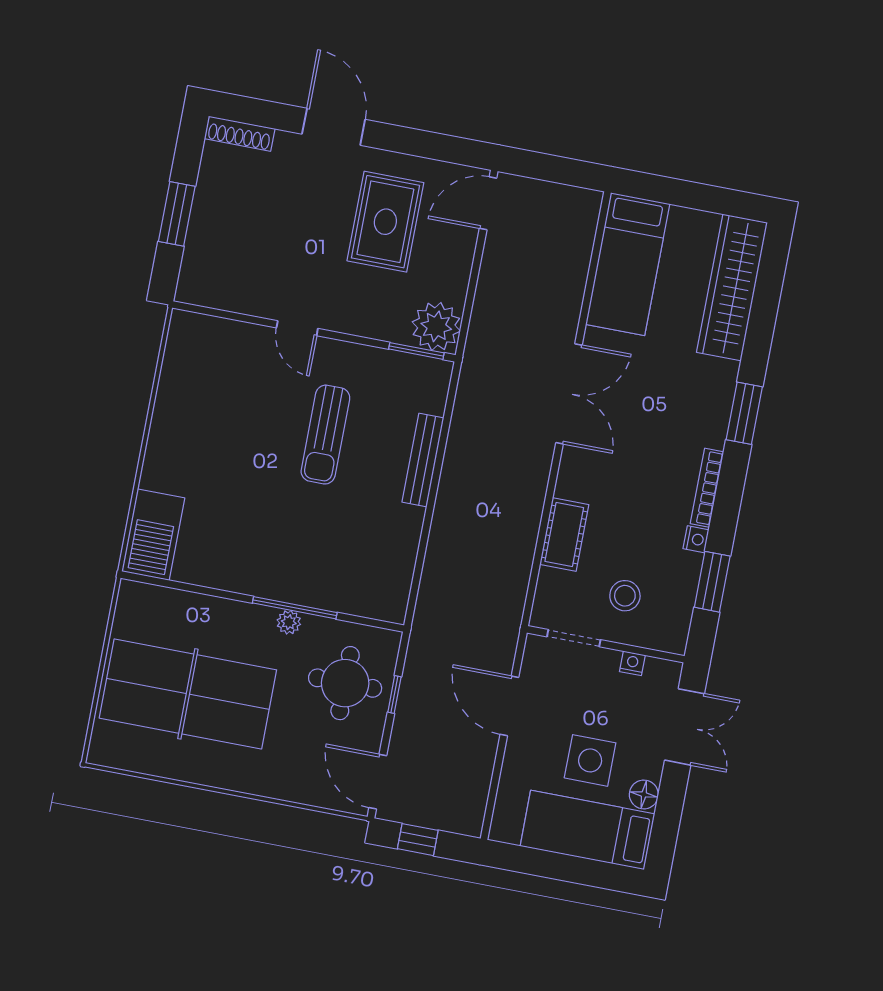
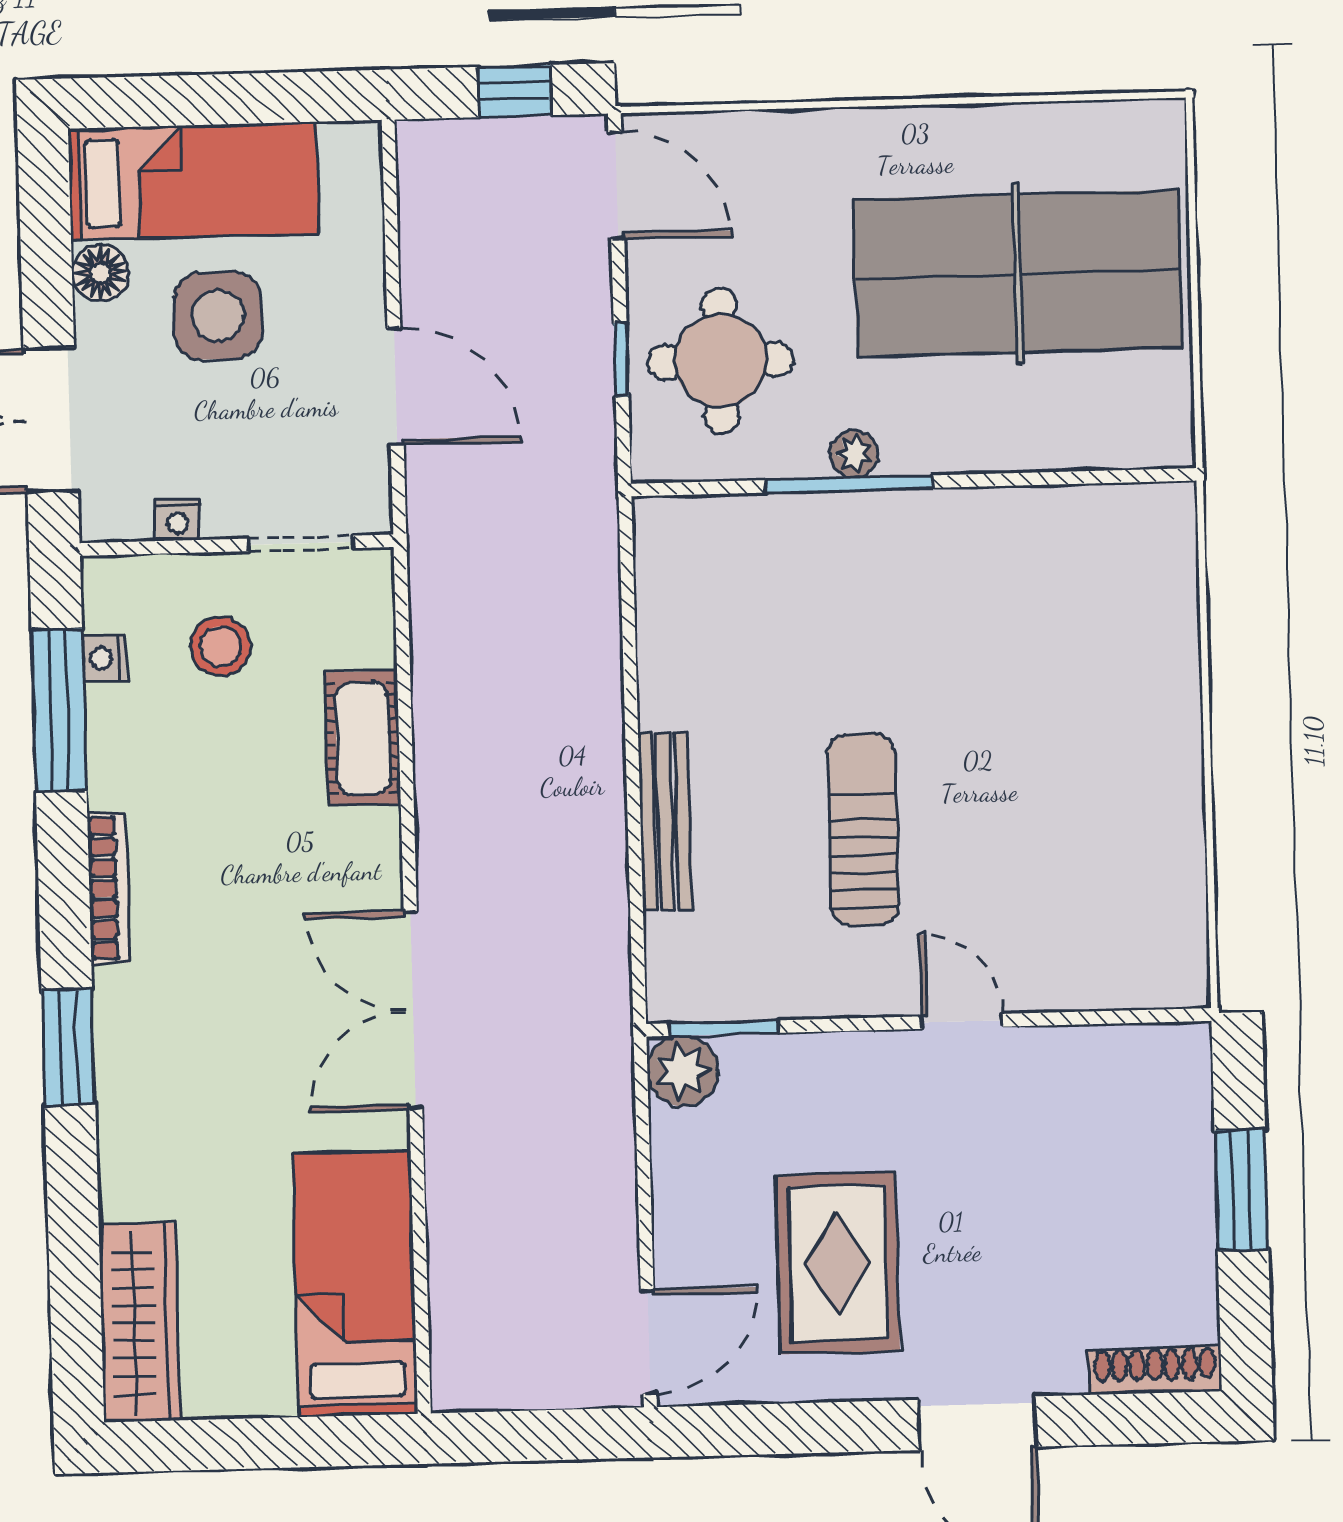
wardrobe: (732, 287) -> (139, 1323), width x0.71, depth x0.85
plant: (436, 326) -> (683, 1071), width x0.73, depth x0.73
barbecue: (153, 535) -> (1151, 565), removed
nightstand: (696, 539) -> (104, 658), moved
window: (712, 582) -> (59, 710), width x1.44

